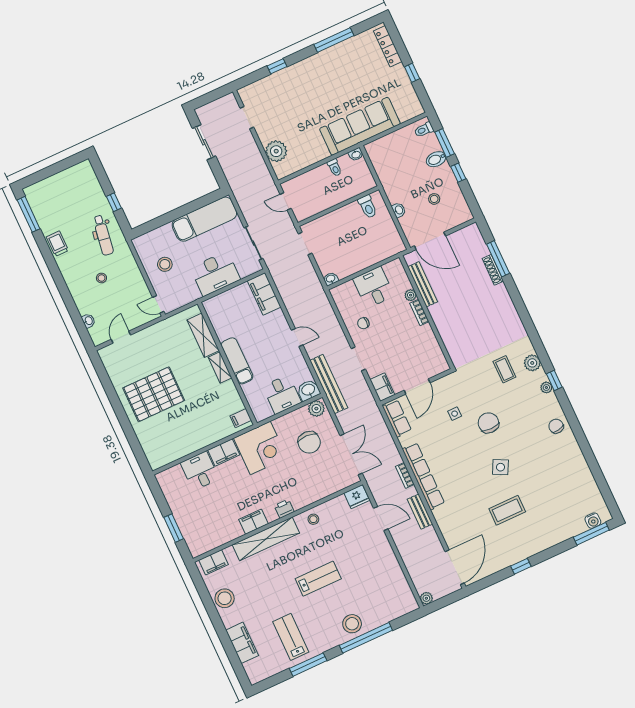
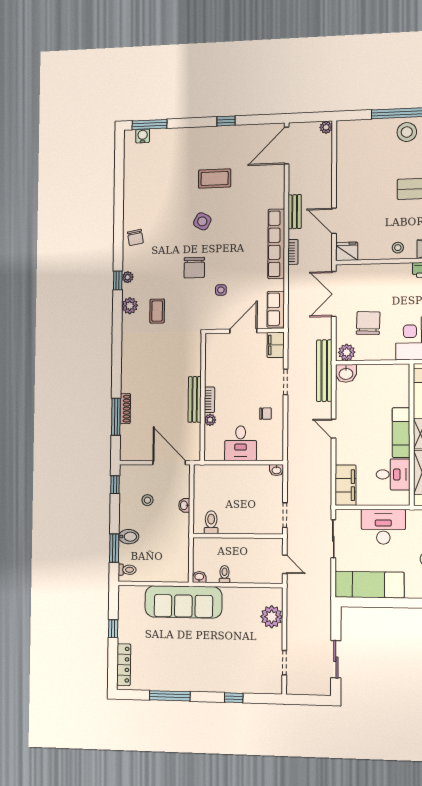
window: (458, 173) -> (115, 485), moved
bench: (423, 284) -> (195, 399), moved
desk: (282, 394) -> (393, 474), moved, turned 90

